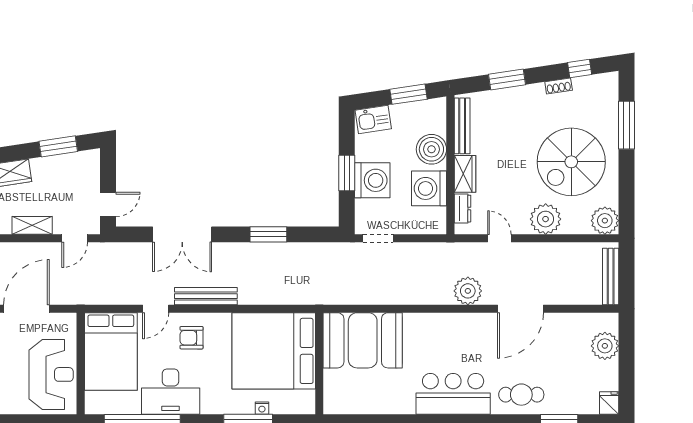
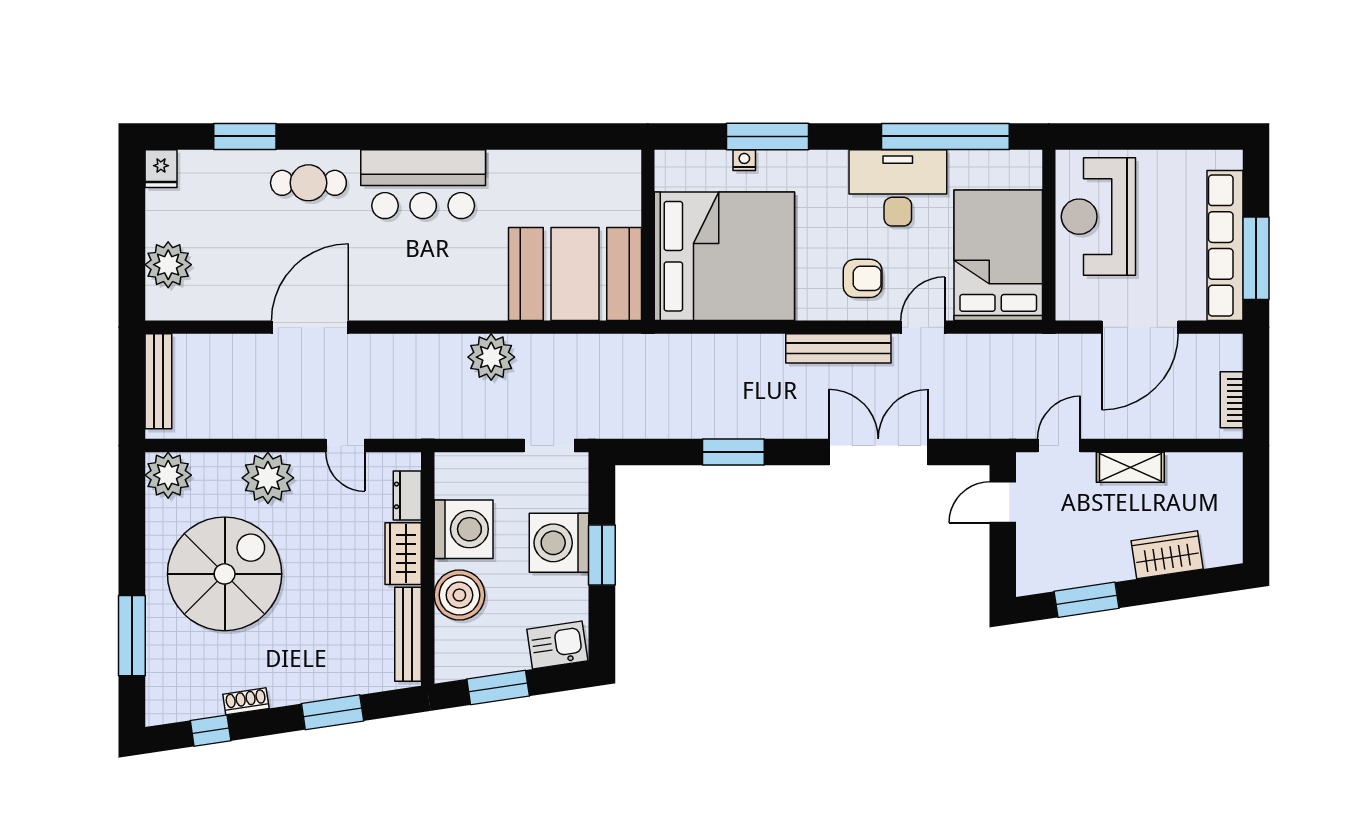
plant: (468, 291) -> (491, 357), moved

